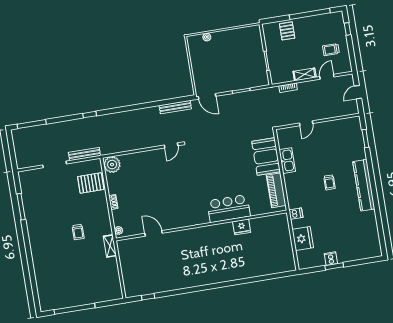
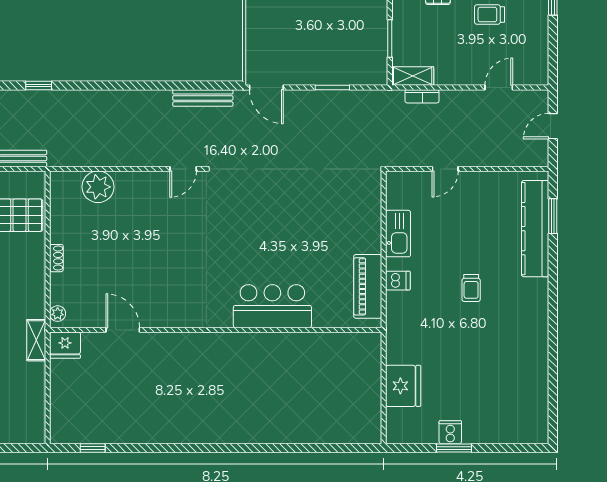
trolley: (331, 50) -> (489, 15), moved
shelving: (305, 74) -> (413, 76), moved
booth: (266, 157) -> (359, 219), removed
plant: (112, 165) -> (98, 187), moved
kitchen counter: (364, 185) -> (535, 229), moved
dishwasher: (296, 214) -> (398, 281), moved
fridge: (242, 227) -> (65, 345), moved

